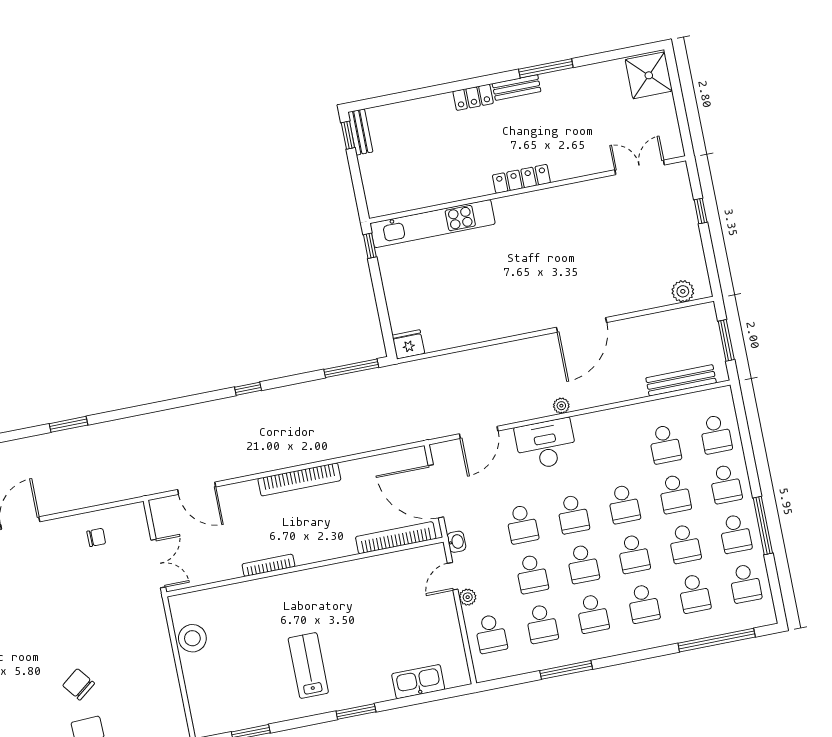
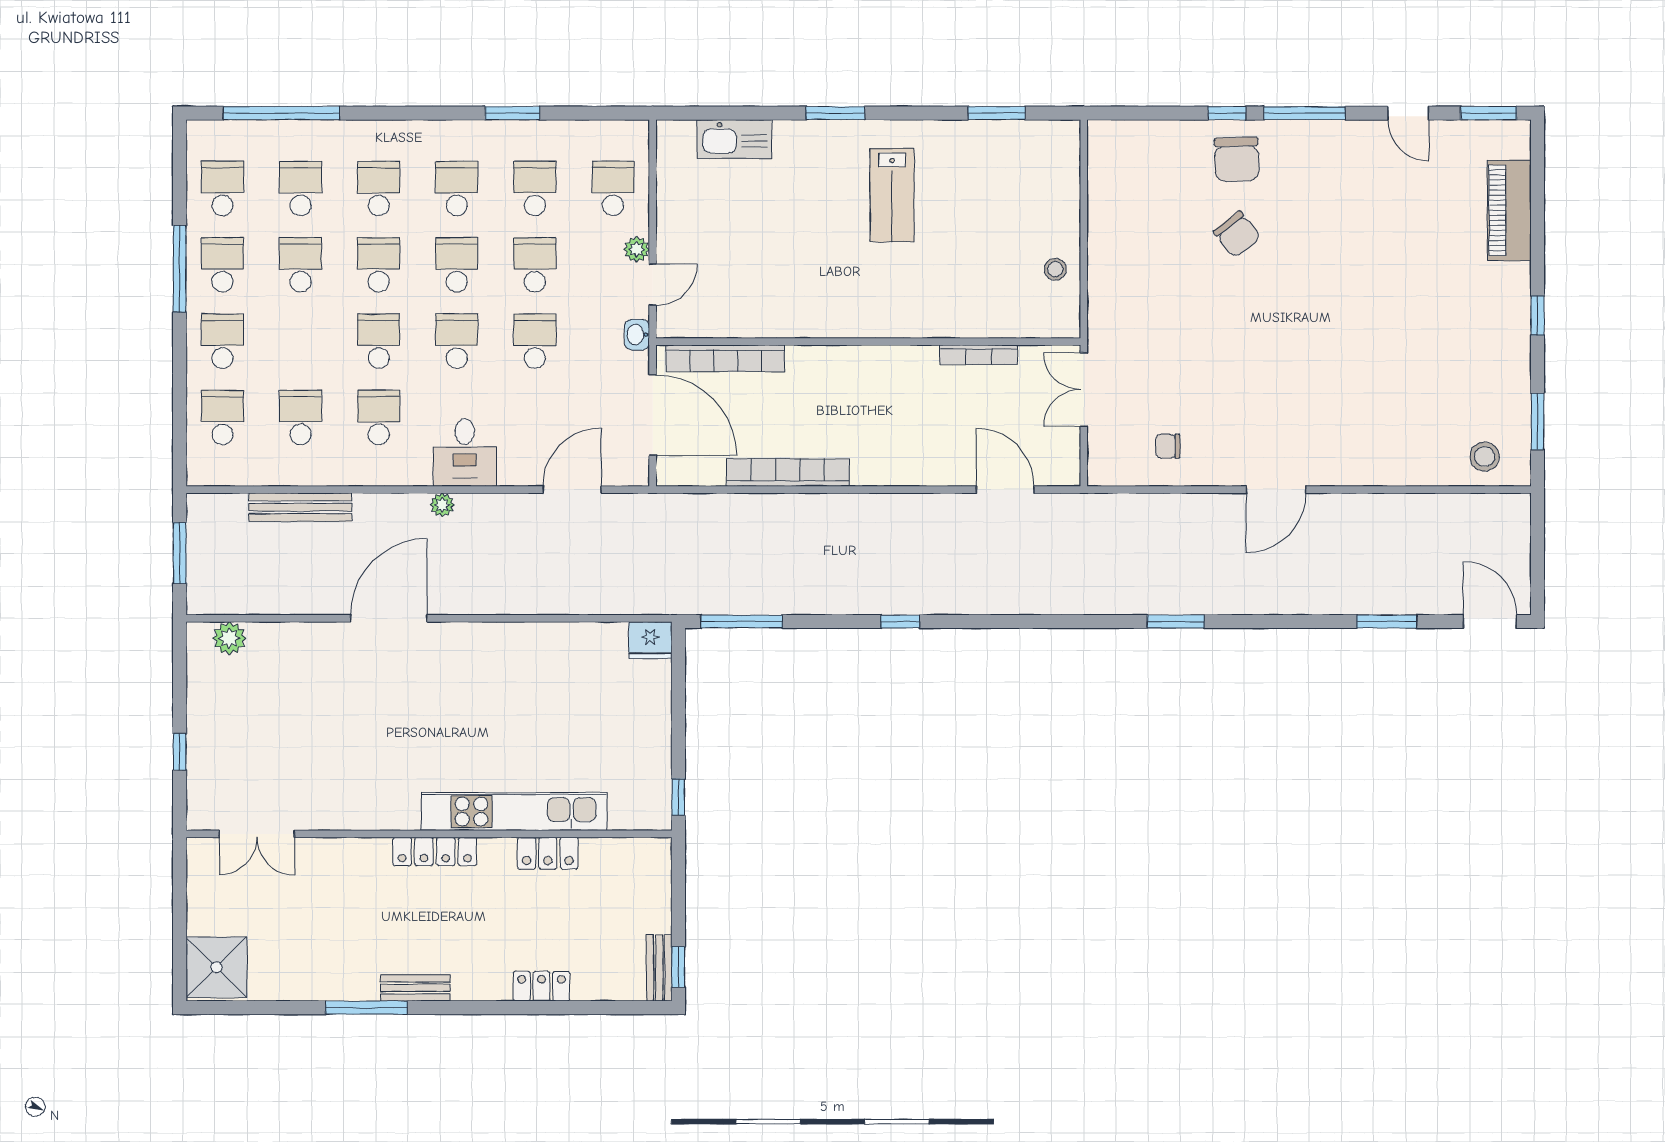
locker: (473, 97) -> (541, 986), moved
locker: (448, 192) -> (548, 853), added
kitchen unit: (433, 224) -> (514, 812), moved
bench: (681, 380) -> (300, 507), moved
desk: (546, 444) -> (465, 452), width x0.73
bookcase: (299, 479) -> (788, 472), moved
school desk: (675, 494) -> (379, 417), moved
bookcase: (268, 565) -> (979, 355), moved
stool: (192, 638) -> (1055, 269), width x0.53, depth x0.53
window: (566, 670) -> (512, 113), width x0.69

